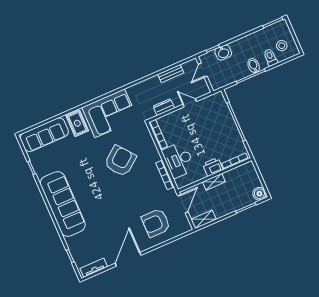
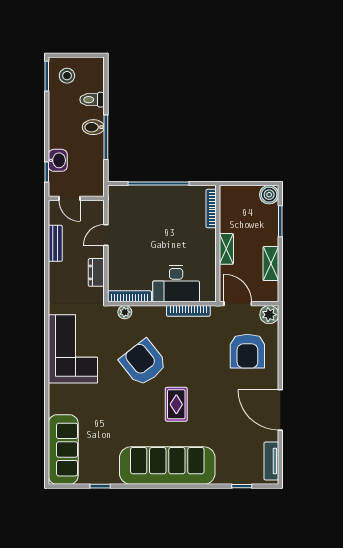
stool: (282, 46) -> (67, 76), moved
rug: (77, 123) -> (176, 404), moved, turned 90
plant: (147, 136) -> (125, 312), added
printer: (213, 167) -> (206, 242), removed
shelving: (204, 219) -> (271, 264), moved
plant: (185, 226) -> (269, 315), added

